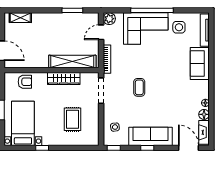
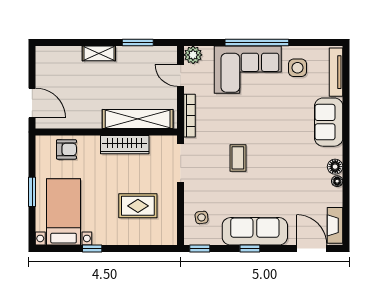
shelving: (20, 18) -> (99, 53), moved
door: (101, 32) -> (181, 75), hinge flipped
floor lamp: (204, 114) -> (335, 167), moved
rug: (73, 119) -> (138, 206), turned 90

